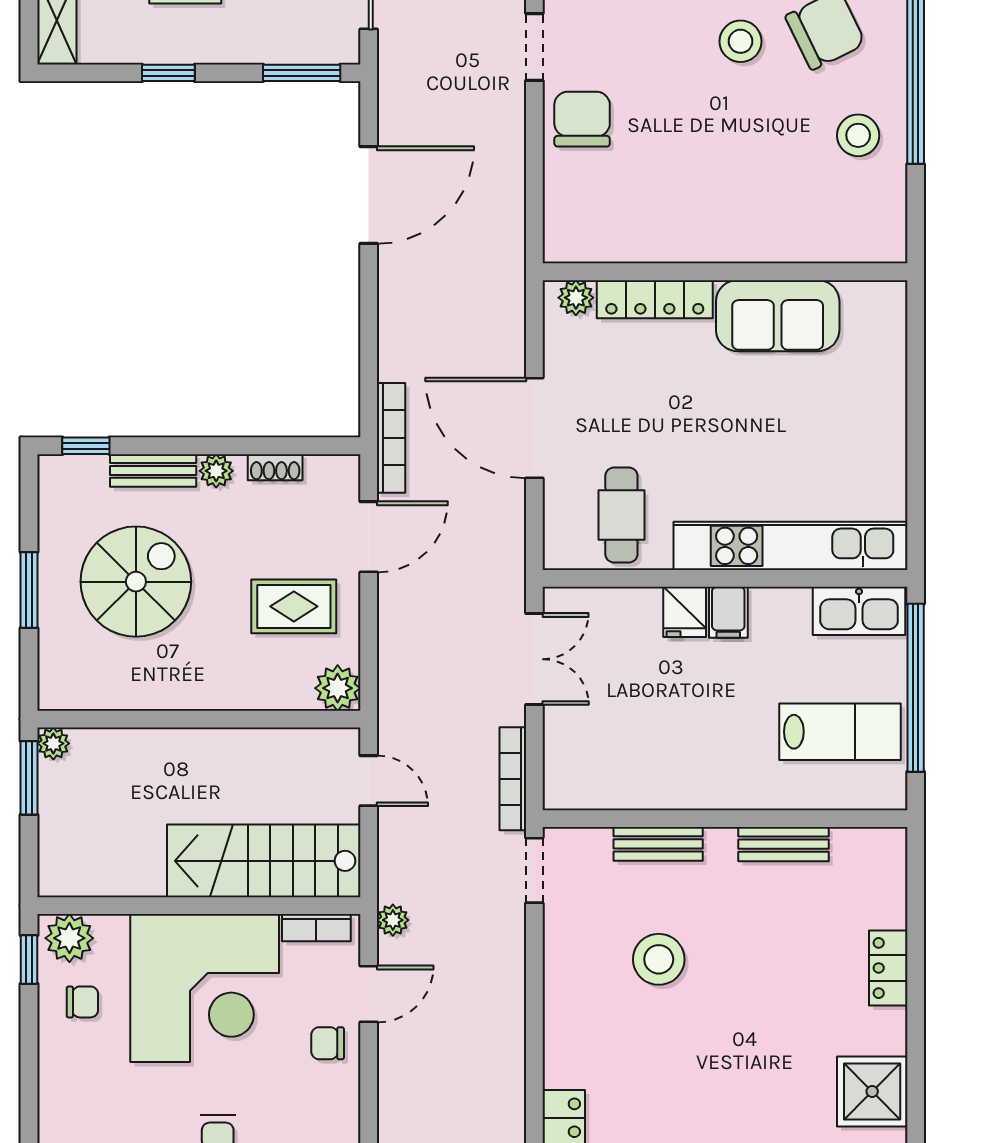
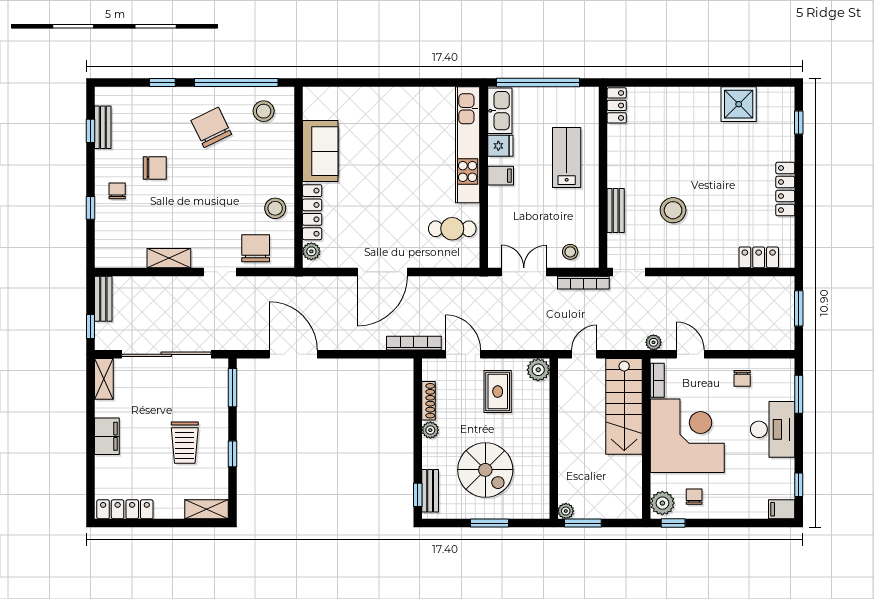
stool: (741, 41) -> (275, 208), moved
chair: (582, 119) -> (256, 248), turned 90
wall: (725, 272) -> (298, 177), moved
plant: (576, 298) -> (311, 251), moved
locker: (655, 299) -> (312, 212), moved
sofa: (778, 316) -> (320, 151), moved
door: (534, 428) -> (382, 272), moved
shoe rack: (275, 467) -> (429, 401), width x1.43
bench: (153, 470) -> (430, 491), moved
spiral stairs: (136, 582) -> (485, 470), turned 180
fridge: (685, 612) -> (500, 146), moved
lab bench: (840, 732) -> (567, 157), moved
stool: (575, 752) -> (570, 252), added
bench: (783, 844) -> (616, 148), removed
locker: (888, 968) -> (617, 105), moved, turned -90
chair: (328, 1043) -> (742, 378), moved

